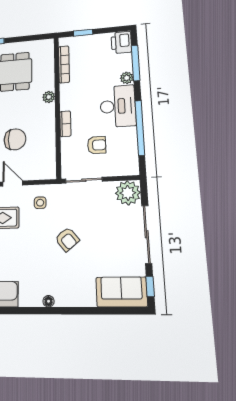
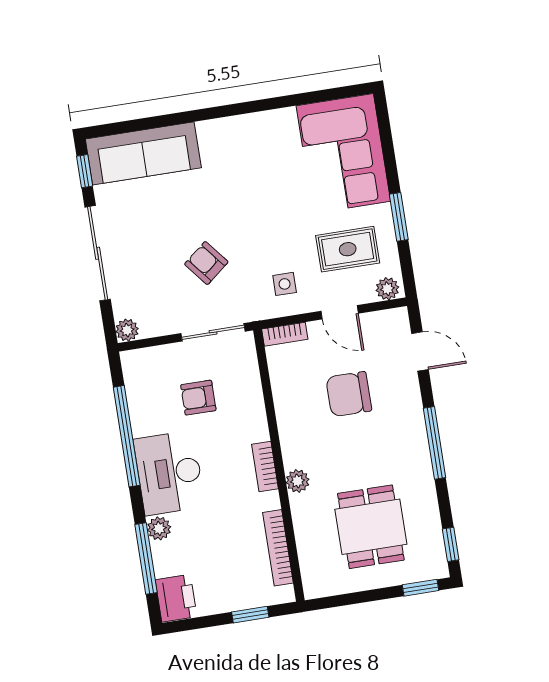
bookcase: (65, 124) -> (265, 467), moved
bookcase: (44, 175) -> (285, 334), added
plant: (128, 193) -> (127, 330), width x0.53, depth x0.53
armchair: (67, 239) -> (206, 263), moved
sofa: (121, 292) -> (143, 153), width x1.36
floor lamp: (49, 301) -> (246, 123), removed

